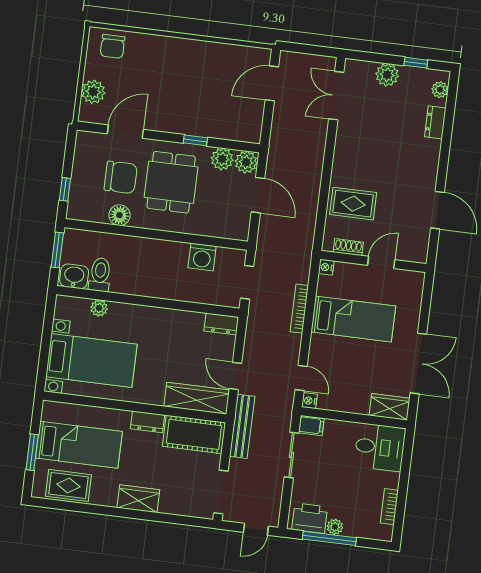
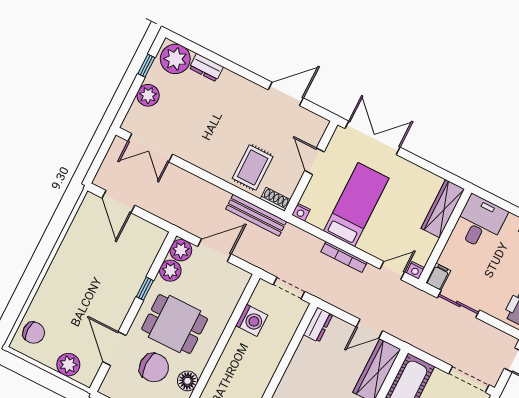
plant: (440, 90) -> (175, 59), width x1.88, depth x1.88
chair: (121, 177) -> (154, 368), turned 90
shoe rack: (348, 247) -> (275, 199), moved, turned 90
bookcase: (299, 309) -> (344, 257), moved
double door: (418, 363) -> (373, 138), moved
wardrobe: (390, 407) -> (443, 209), width x1.50
bench: (242, 426) -> (256, 215), moved

